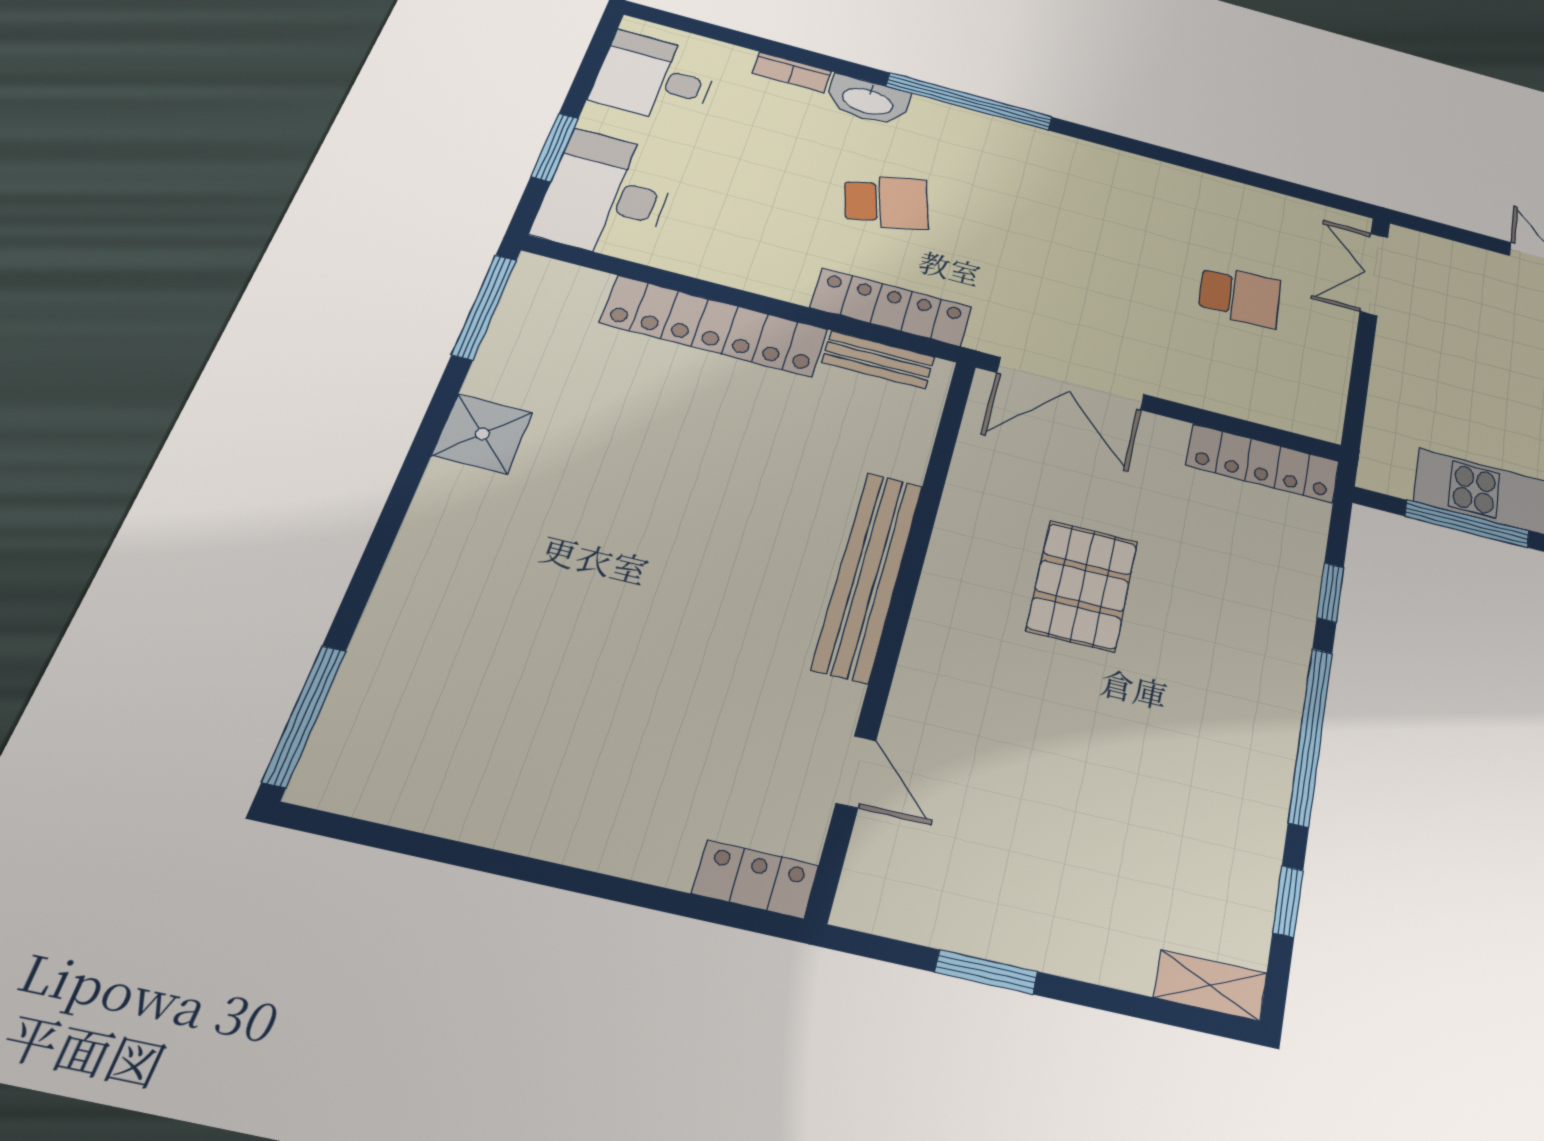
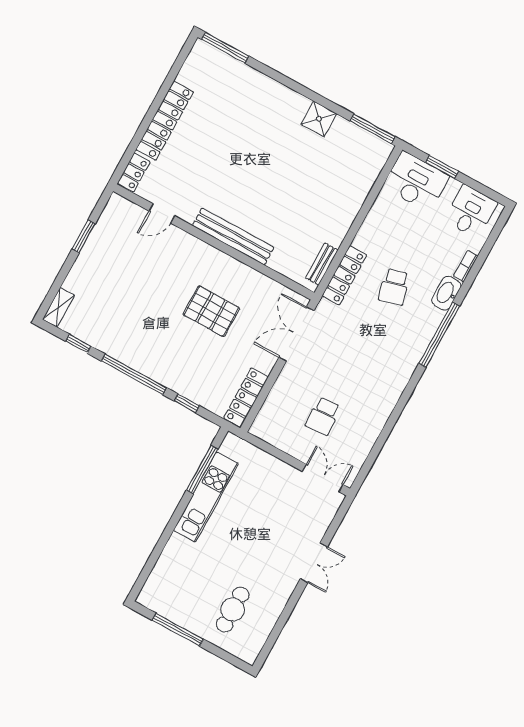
locker: (715, 326) -> (165, 121), moved, turned 180

